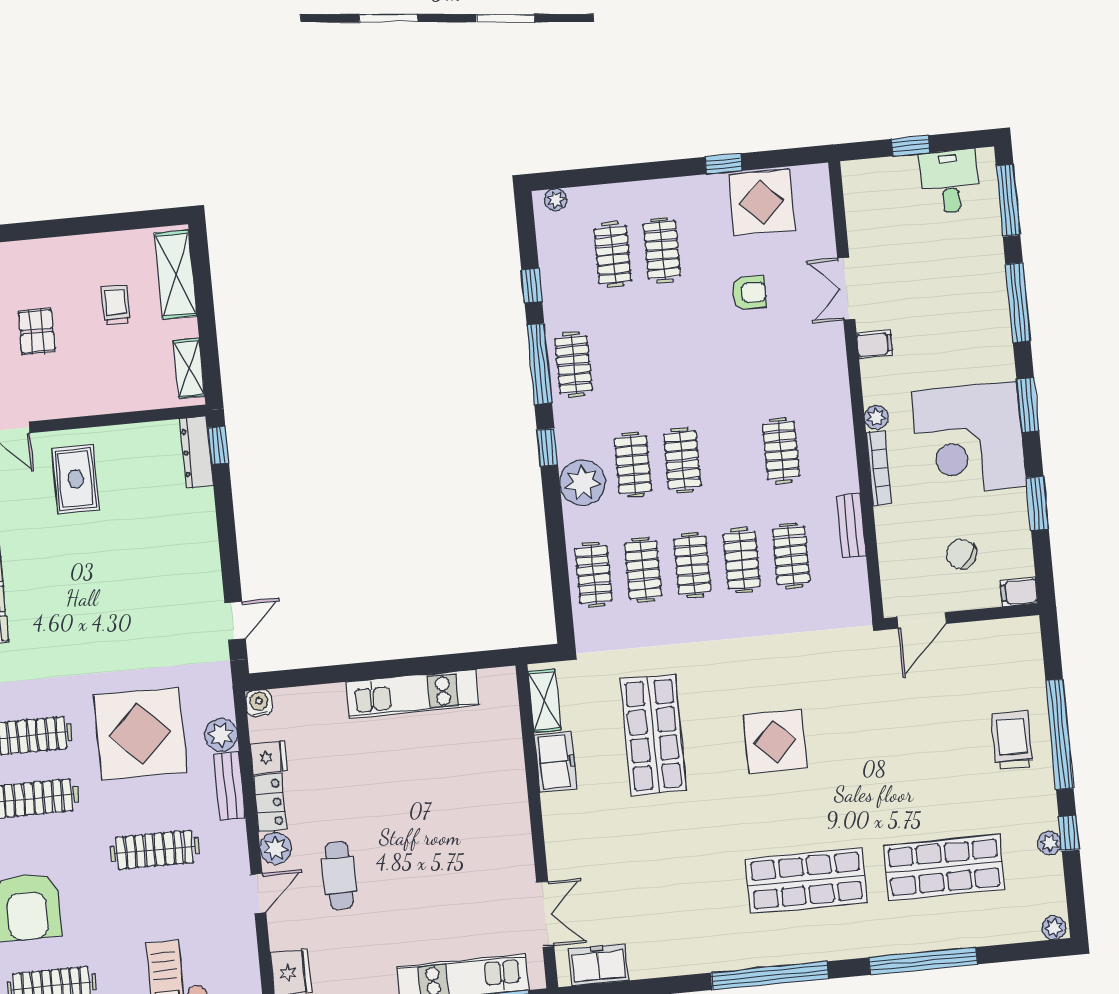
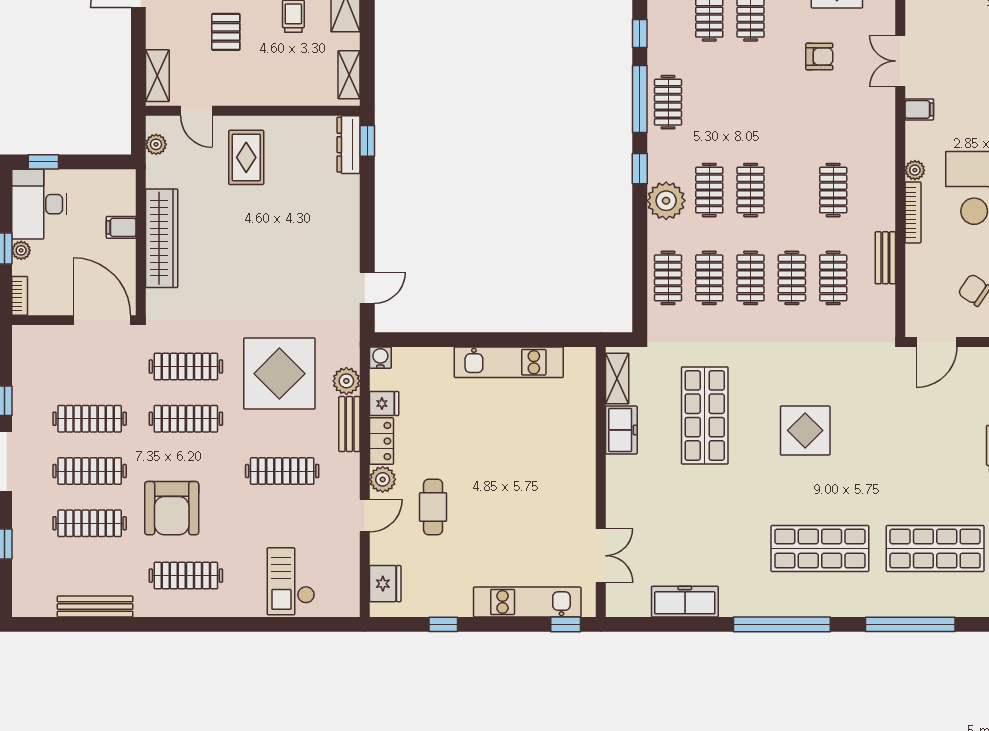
freezer: (598, 965) -> (685, 602), moved, width x1.40

